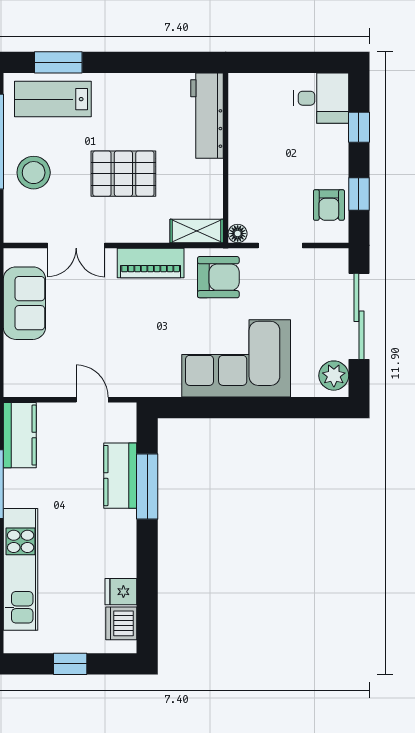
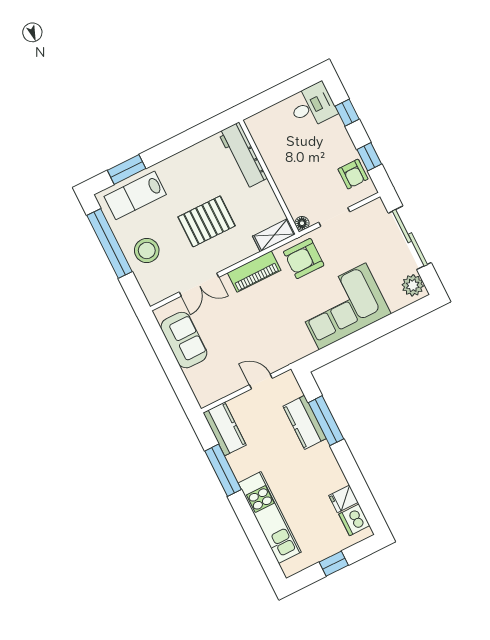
armchair: (218, 277) -> (304, 259), turned 180

